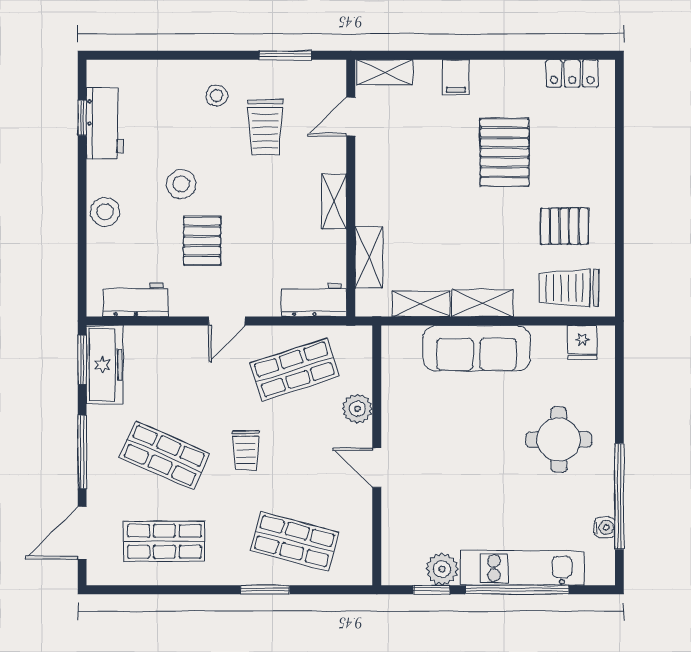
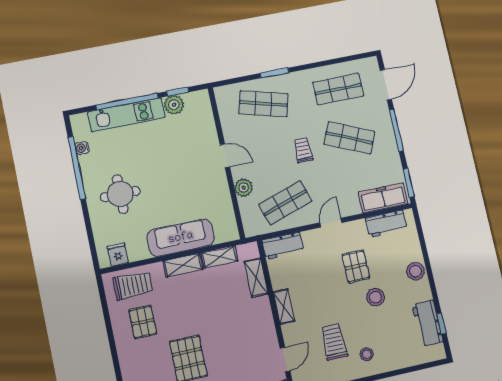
pallet: (564, 226) -> (143, 322), turned 90
freezer: (105, 365) -> (383, 198), moved, turned 90

